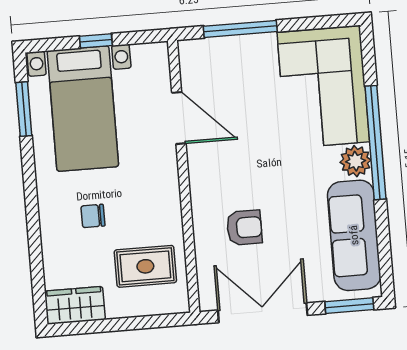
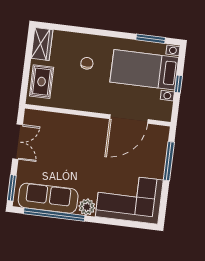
door: (179, 118) -> (129, 119), width x1.36
window: (376, 143) -> (54, 215), moved
armchair: (244, 228) -> (64, 141), removed
rug: (145, 266) -> (42, 82), moved
double door: (263, 313) -> (18, 142), width x0.73

